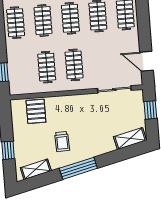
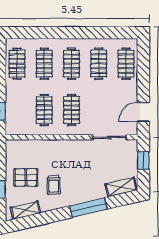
door: (147, 61) -> (143, 112), hinge flipped
pallet: (36, 111) -> (26, 177), moved, turned 90
window: (78, 168) -> (88, 208), moved

